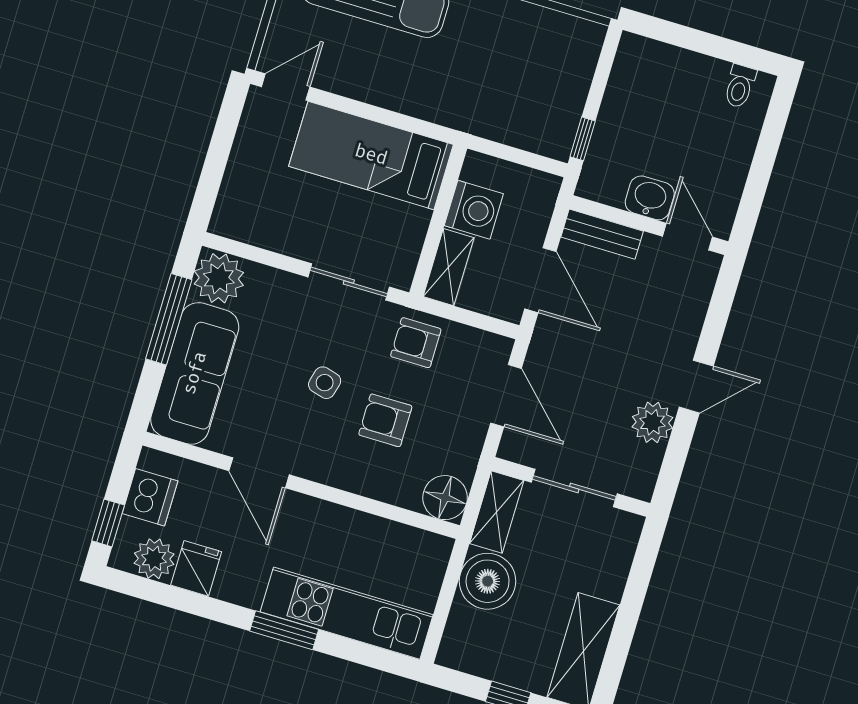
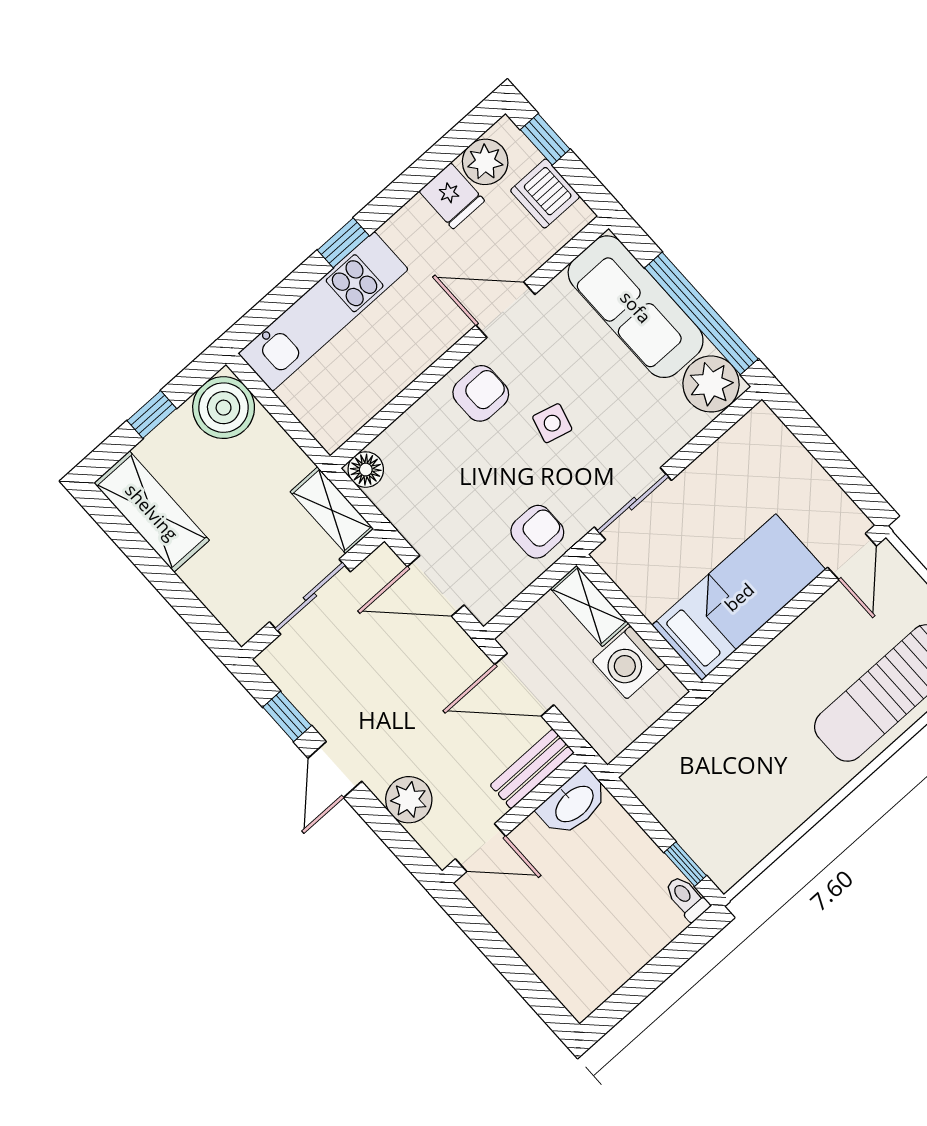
toilet: (740, 86) -> (687, 898), moved
window: (583, 139) -> (685, 864), moved
washbasin: (650, 198) -> (574, 803), moved, width x1.38
window: (169, 319) -> (701, 313), width x1.46
armchair: (385, 420) -> (481, 393), moved
plant: (652, 422) -> (409, 800), moved
window: (678, 449) -> (287, 716), added
floor lamp: (445, 498) -> (366, 470), width x0.73, depth x0.73
boiler: (488, 581) -> (224, 408), moved
window: (284, 630) -> (343, 243), width x0.67

